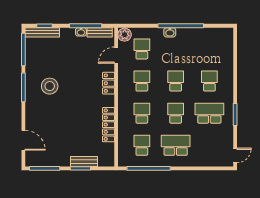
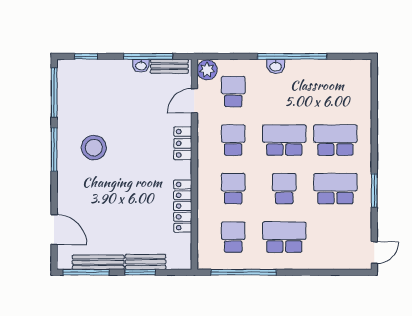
bench: (42, 32) -> (98, 262), moved
school desk: (176, 81) -> (284, 140), width x1.85
school desk: (209, 81) -> (335, 140), width x1.85

